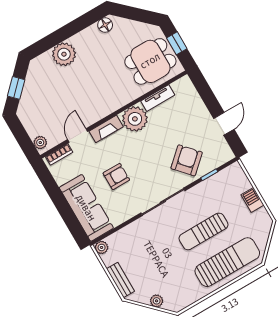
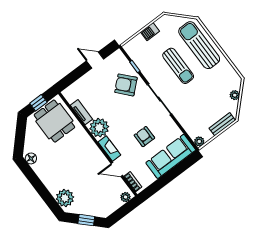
plant: (64, 54) -> (65, 198), moved

